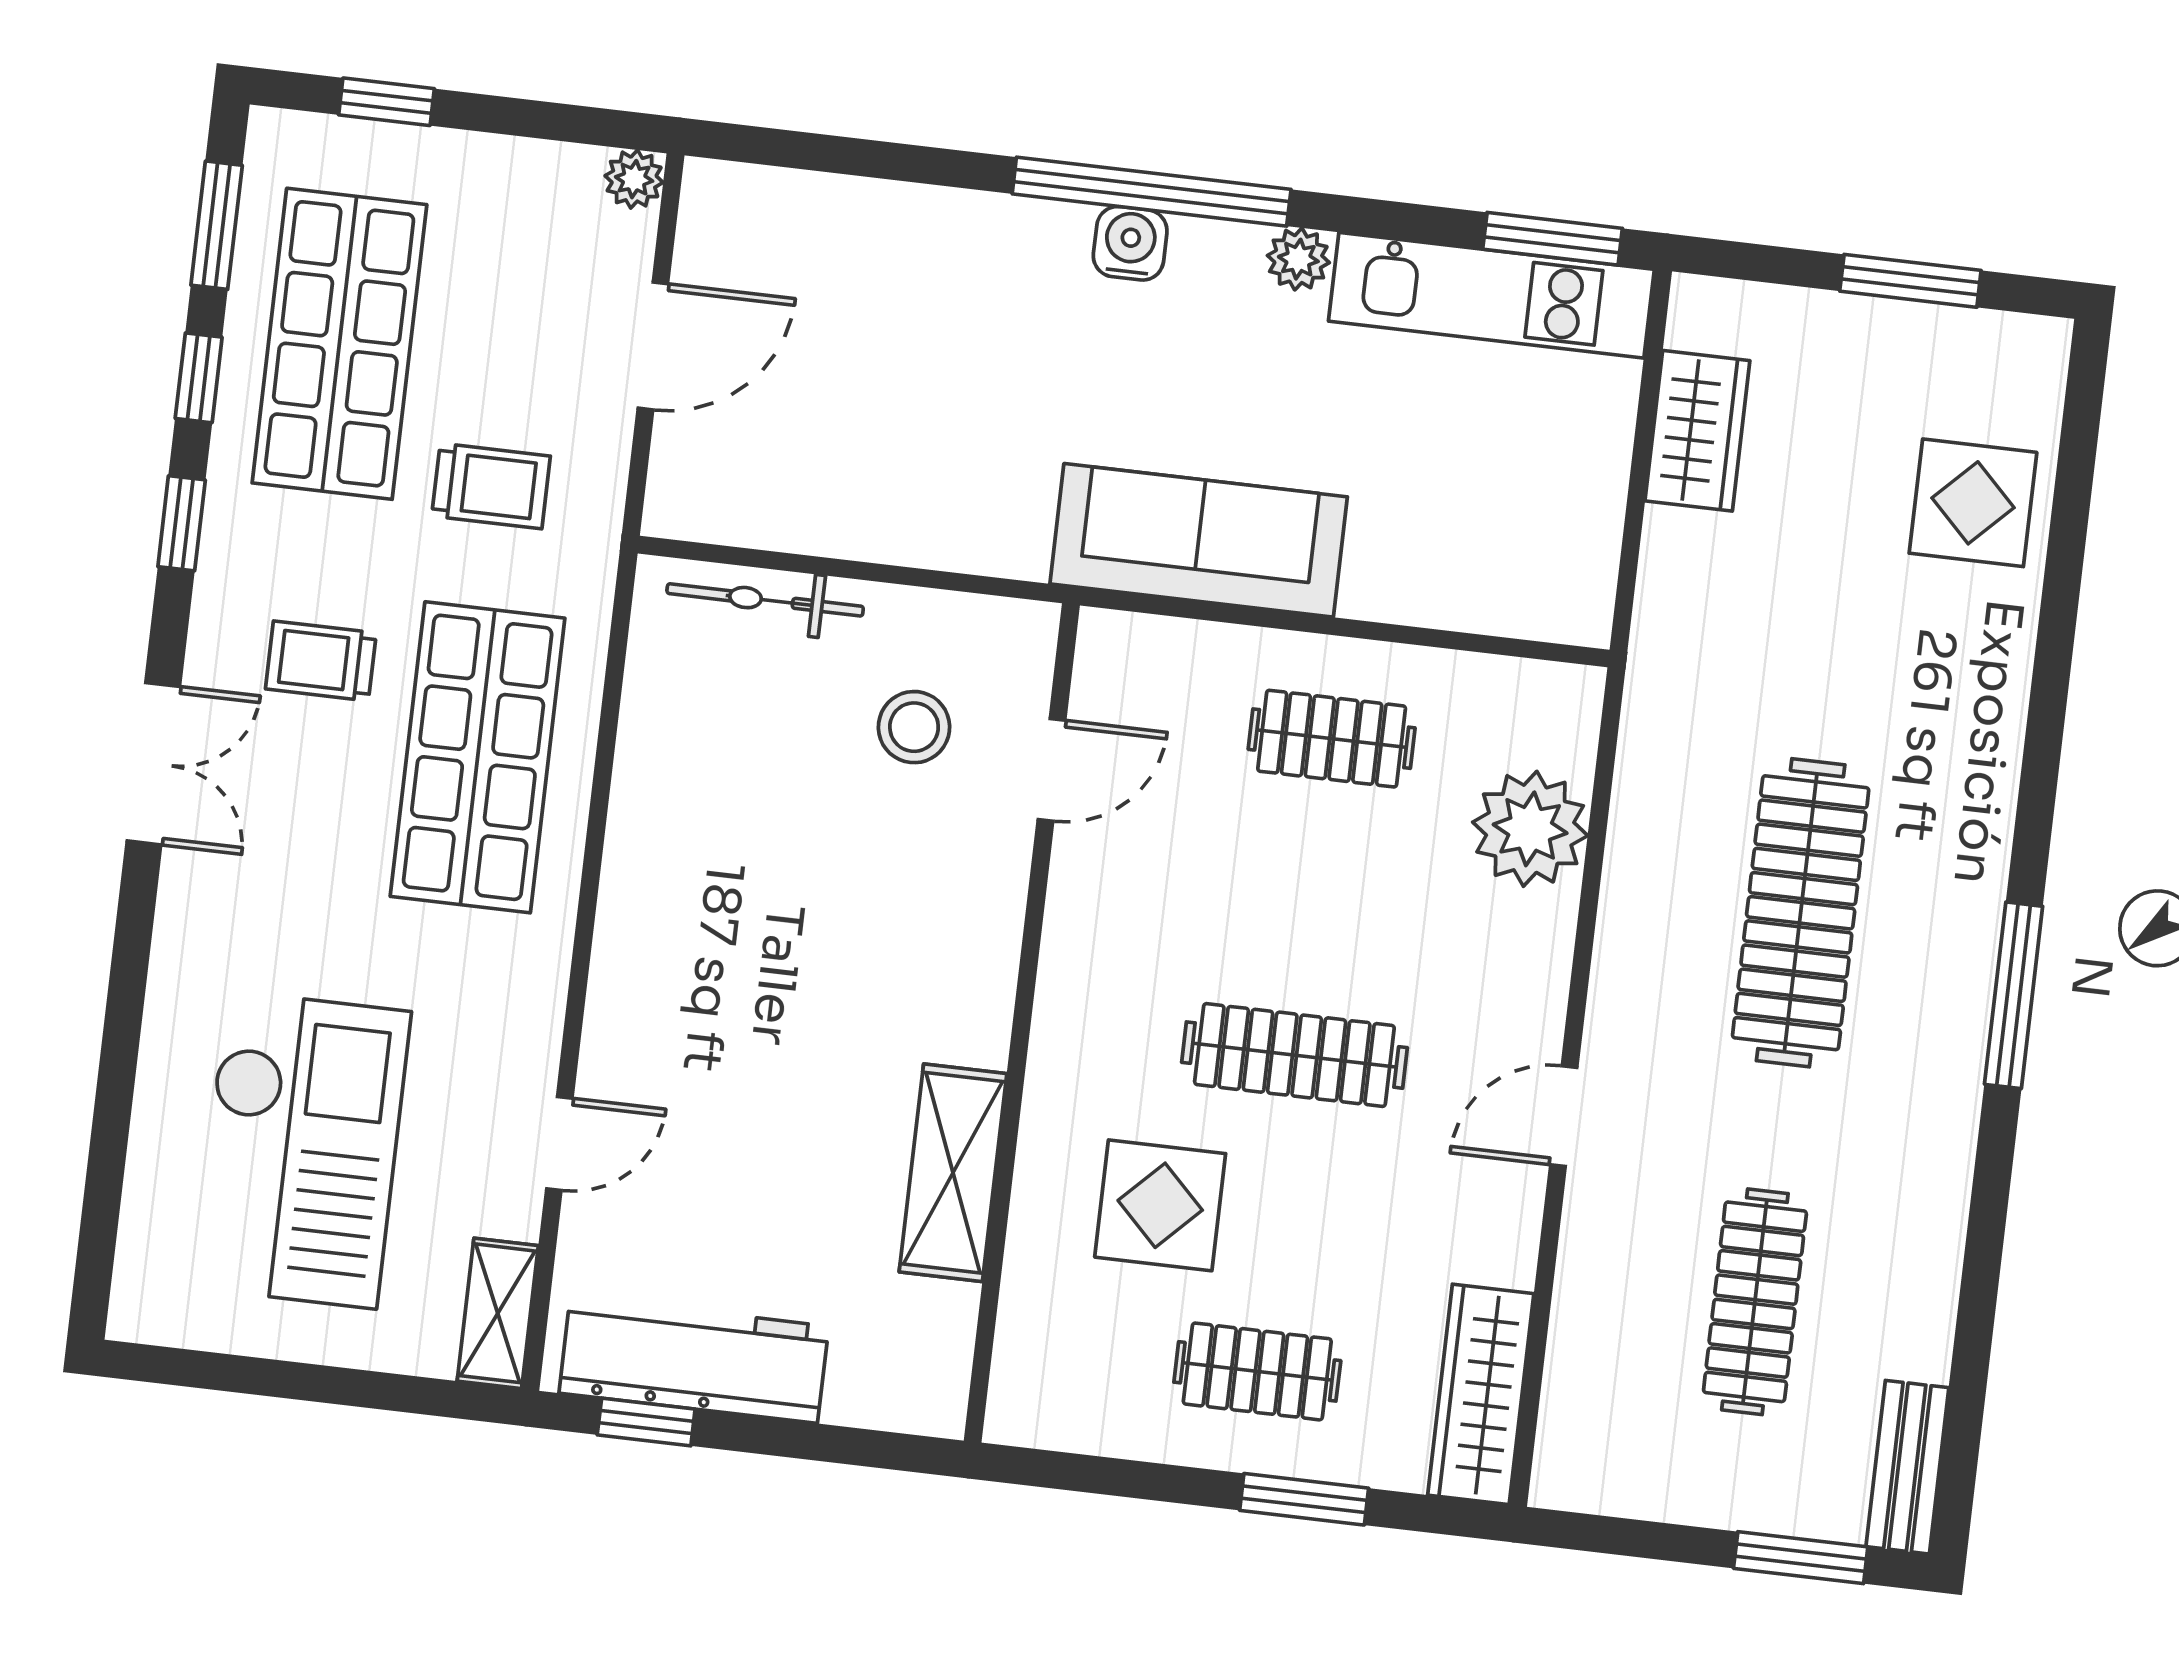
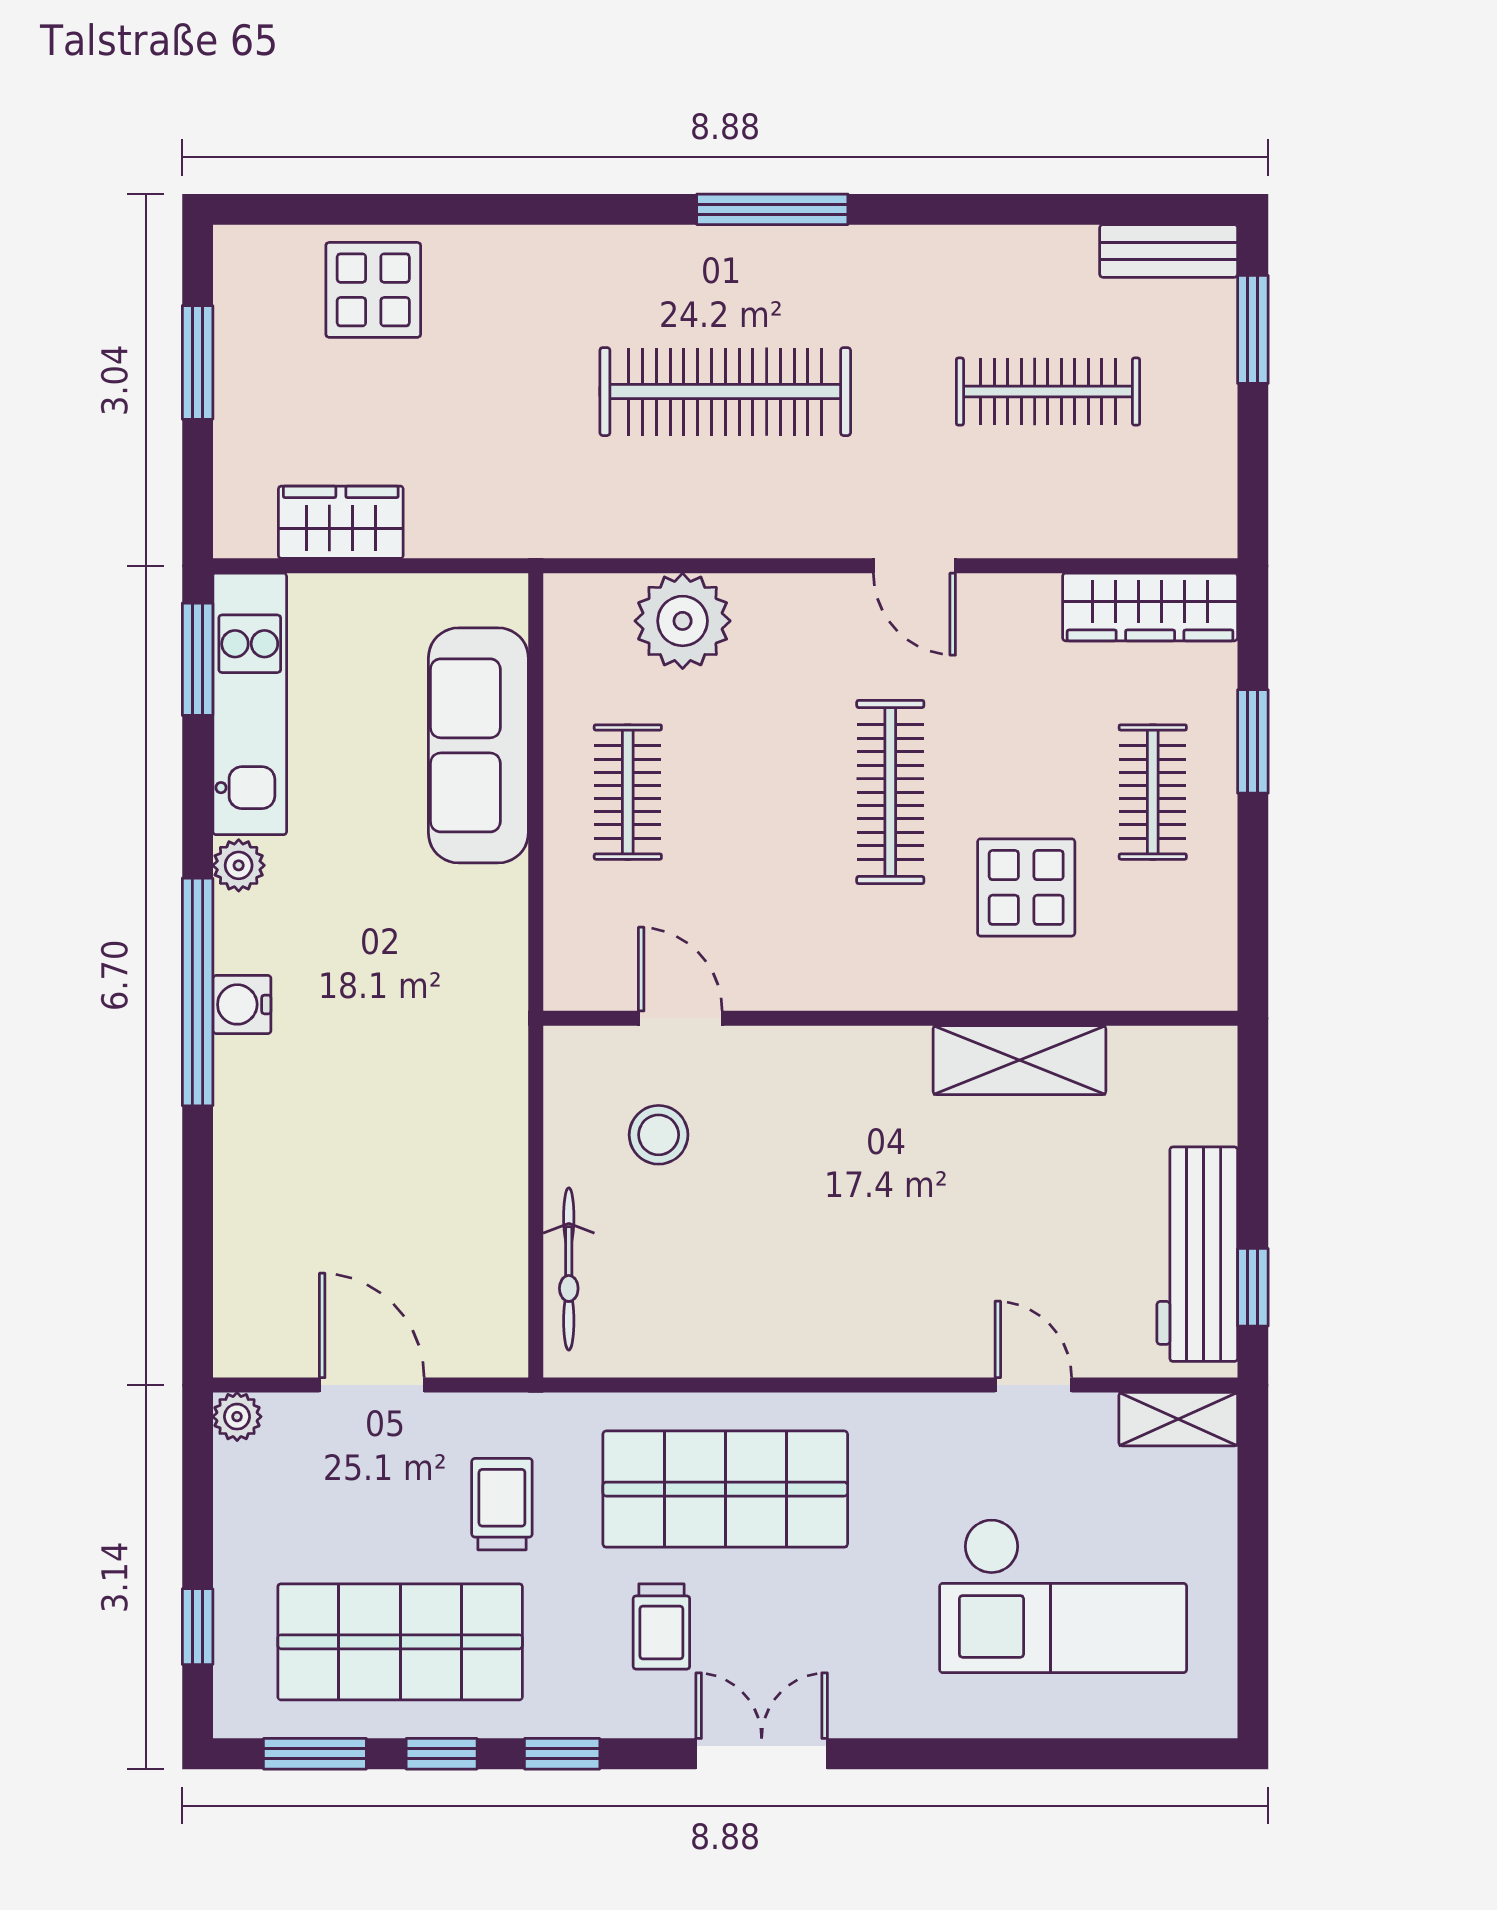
sofa: (1199, 540) -> (478, 745), moved
checkout: (301, 1150) -> (1063, 1596), turned 180

